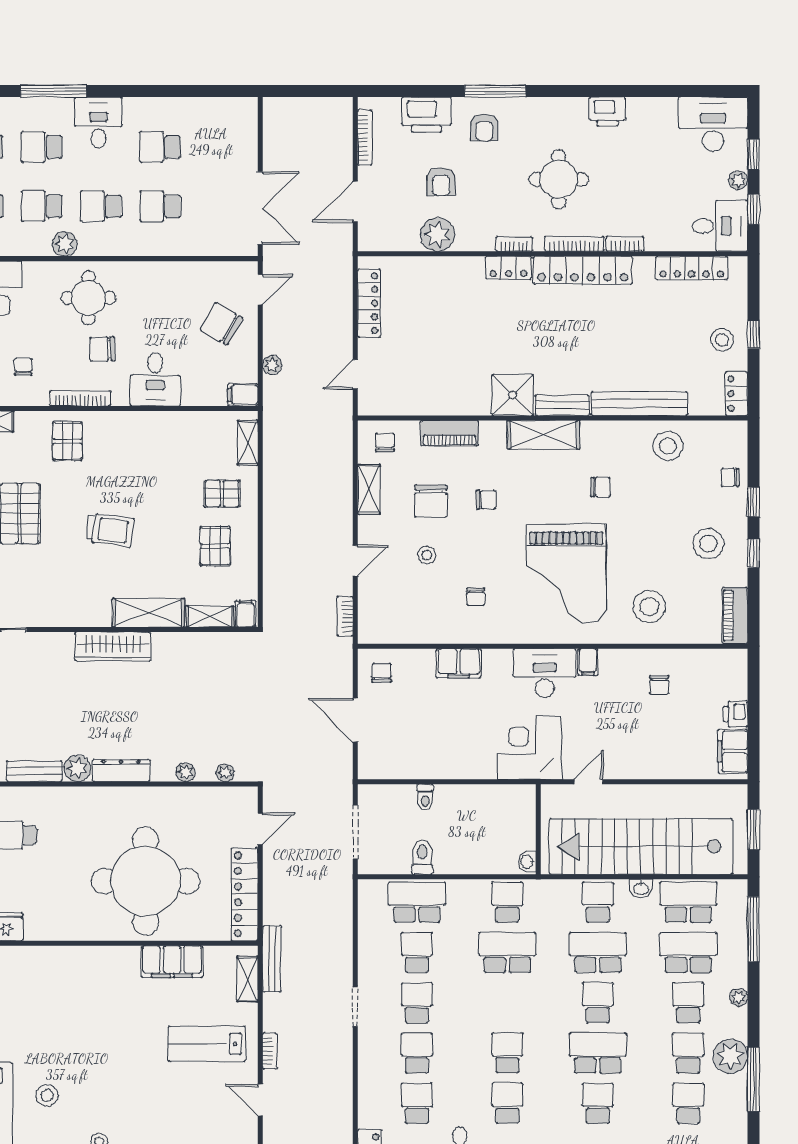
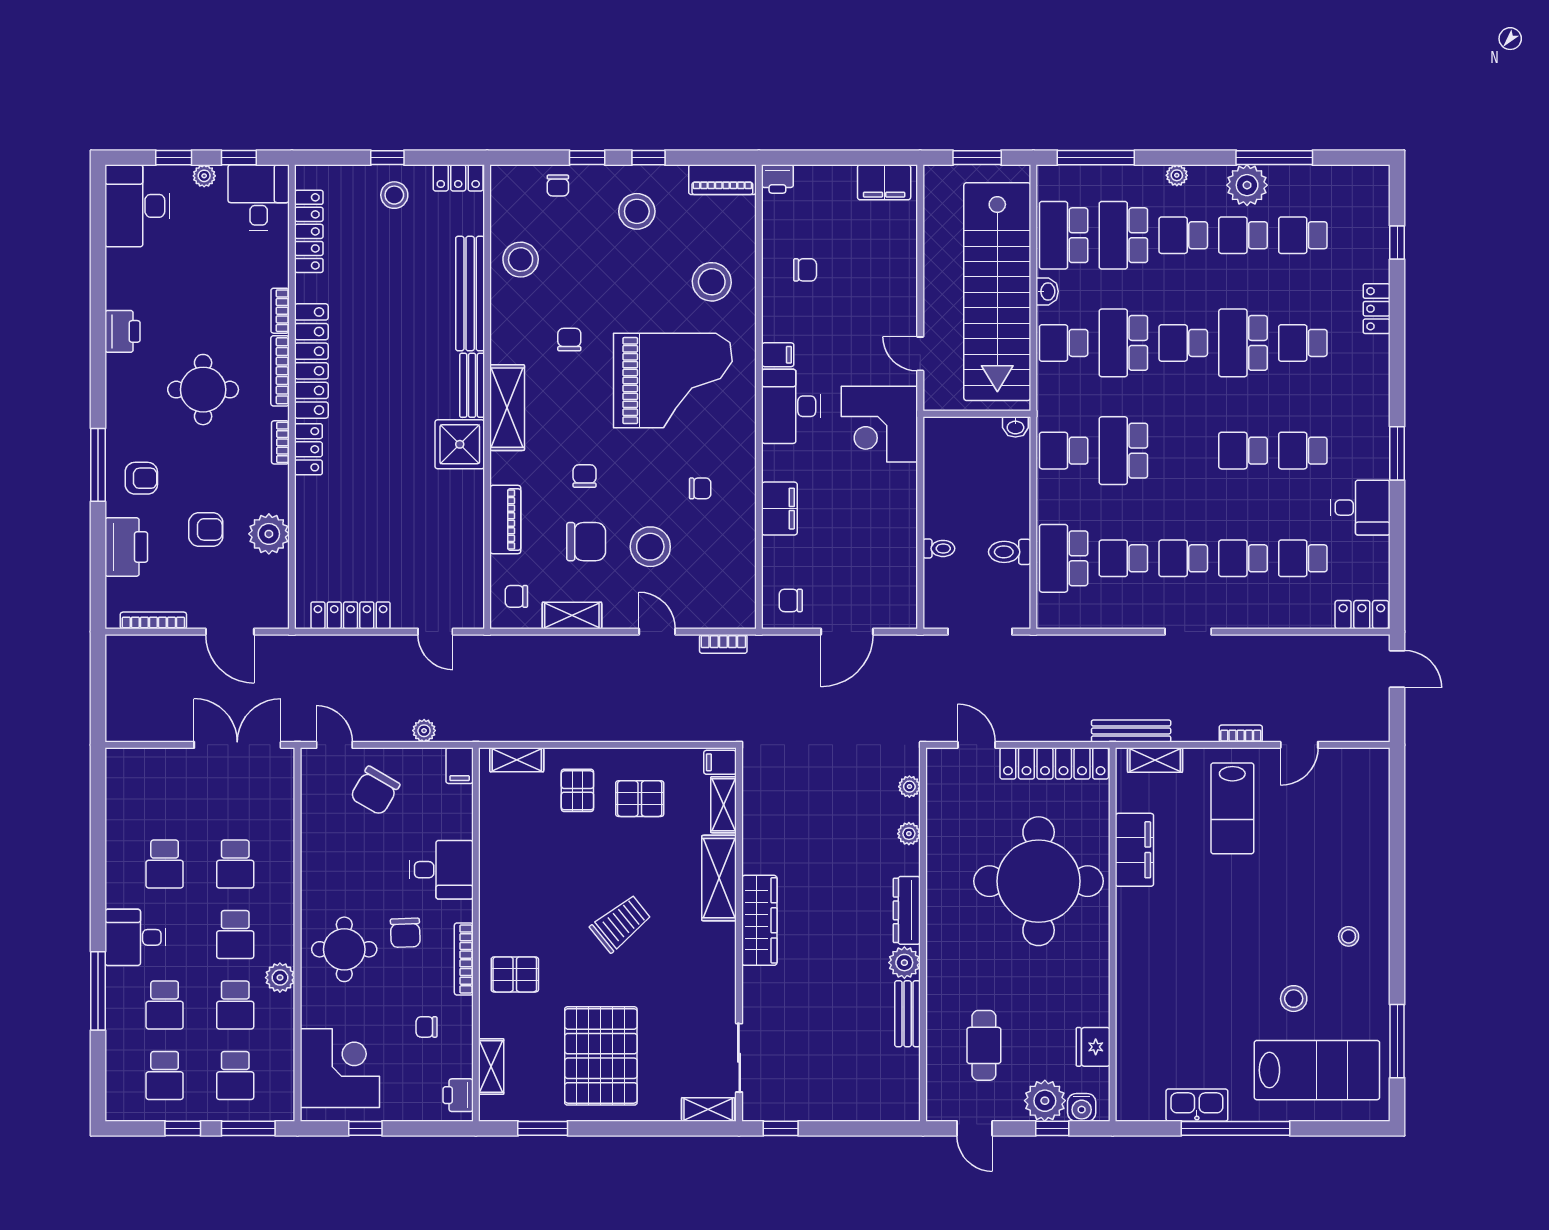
trolley: (110, 530) -> (621, 923), turned 43
stool: (427, 555) -> (650, 547), width x1.89, depth x1.89
printer: (736, 714) -> (777, 179), moved

